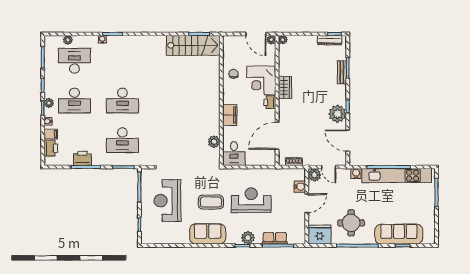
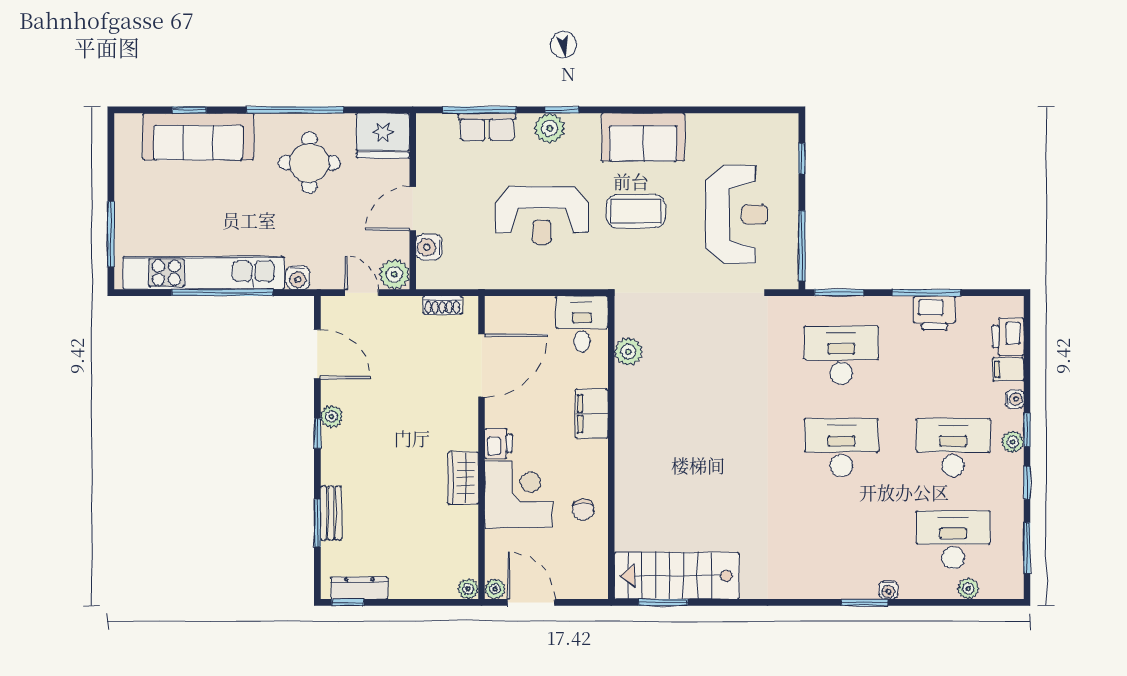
desk: (74, 61) -> (953, 540), turned 180
plant: (337, 114) -> (331, 416), width x0.53, depth x0.53

